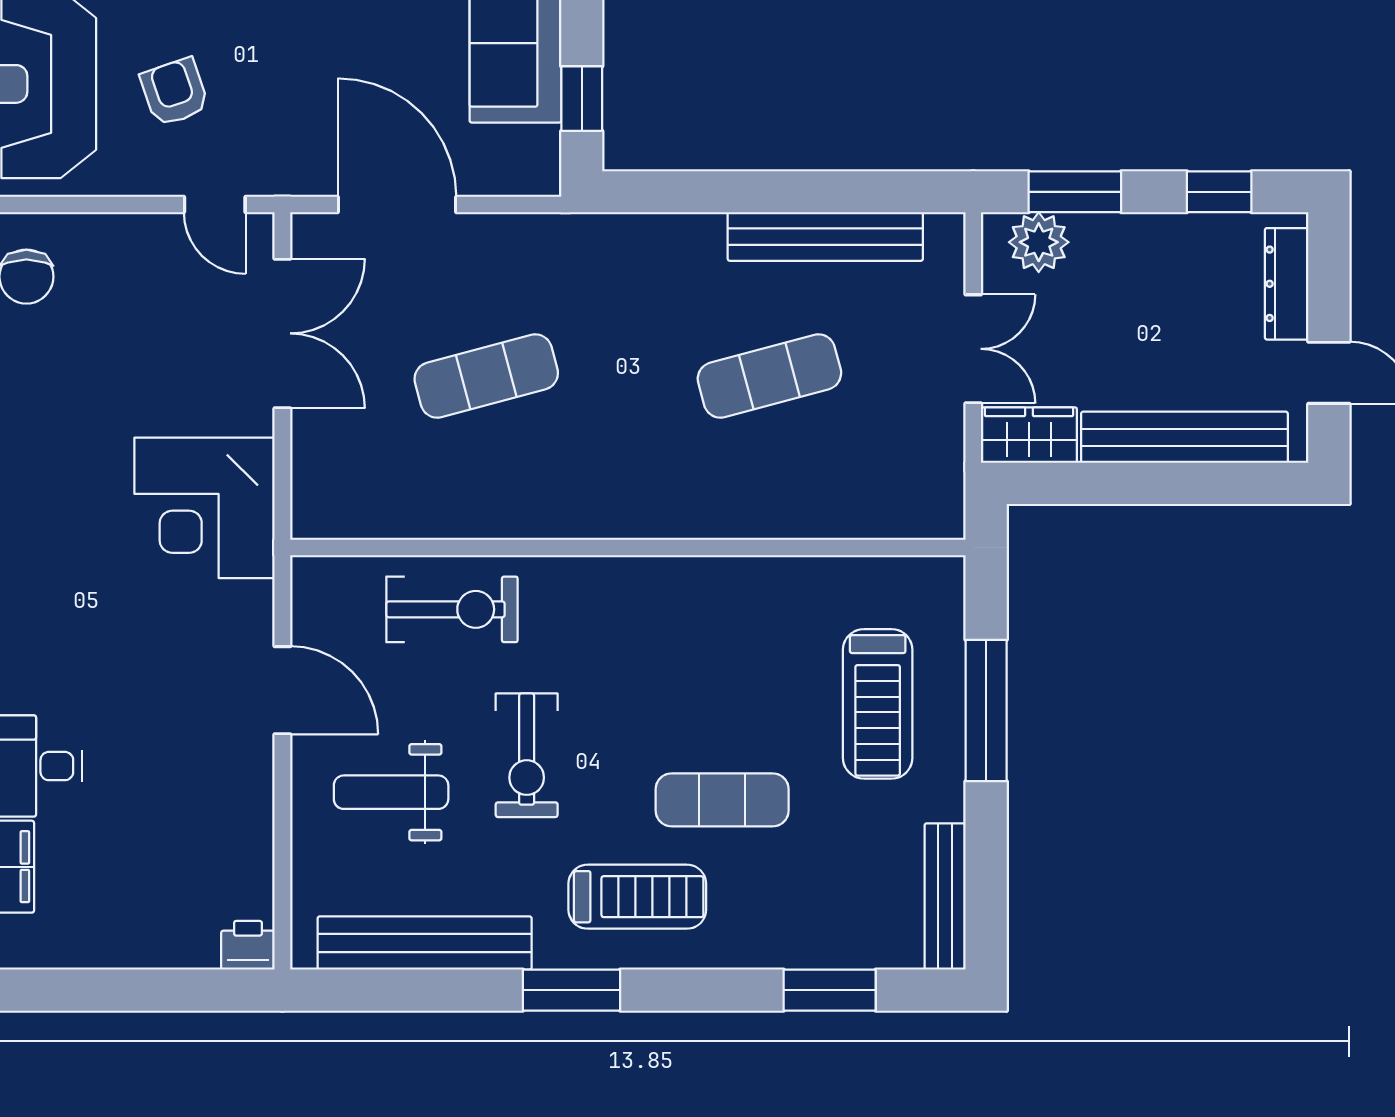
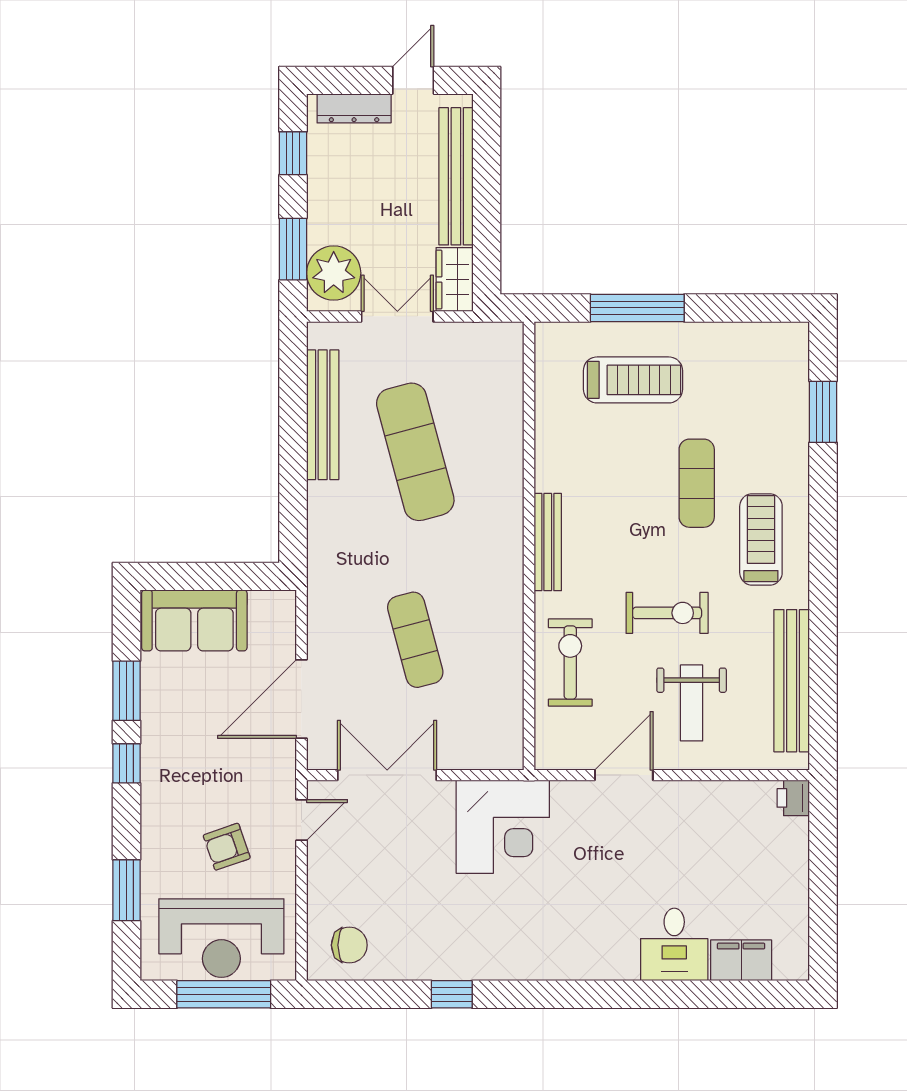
window: (582, 99) -> (231, 576), removed
plant: (1039, 242) -> (334, 273), width x1.36, depth x1.36
exercise mat: (769, 376) -> (415, 452), width x1.36, depth x1.45
bench: (945, 896) -> (548, 542), moved, turned 90
window: (571, 990) -> (823, 583), removed

